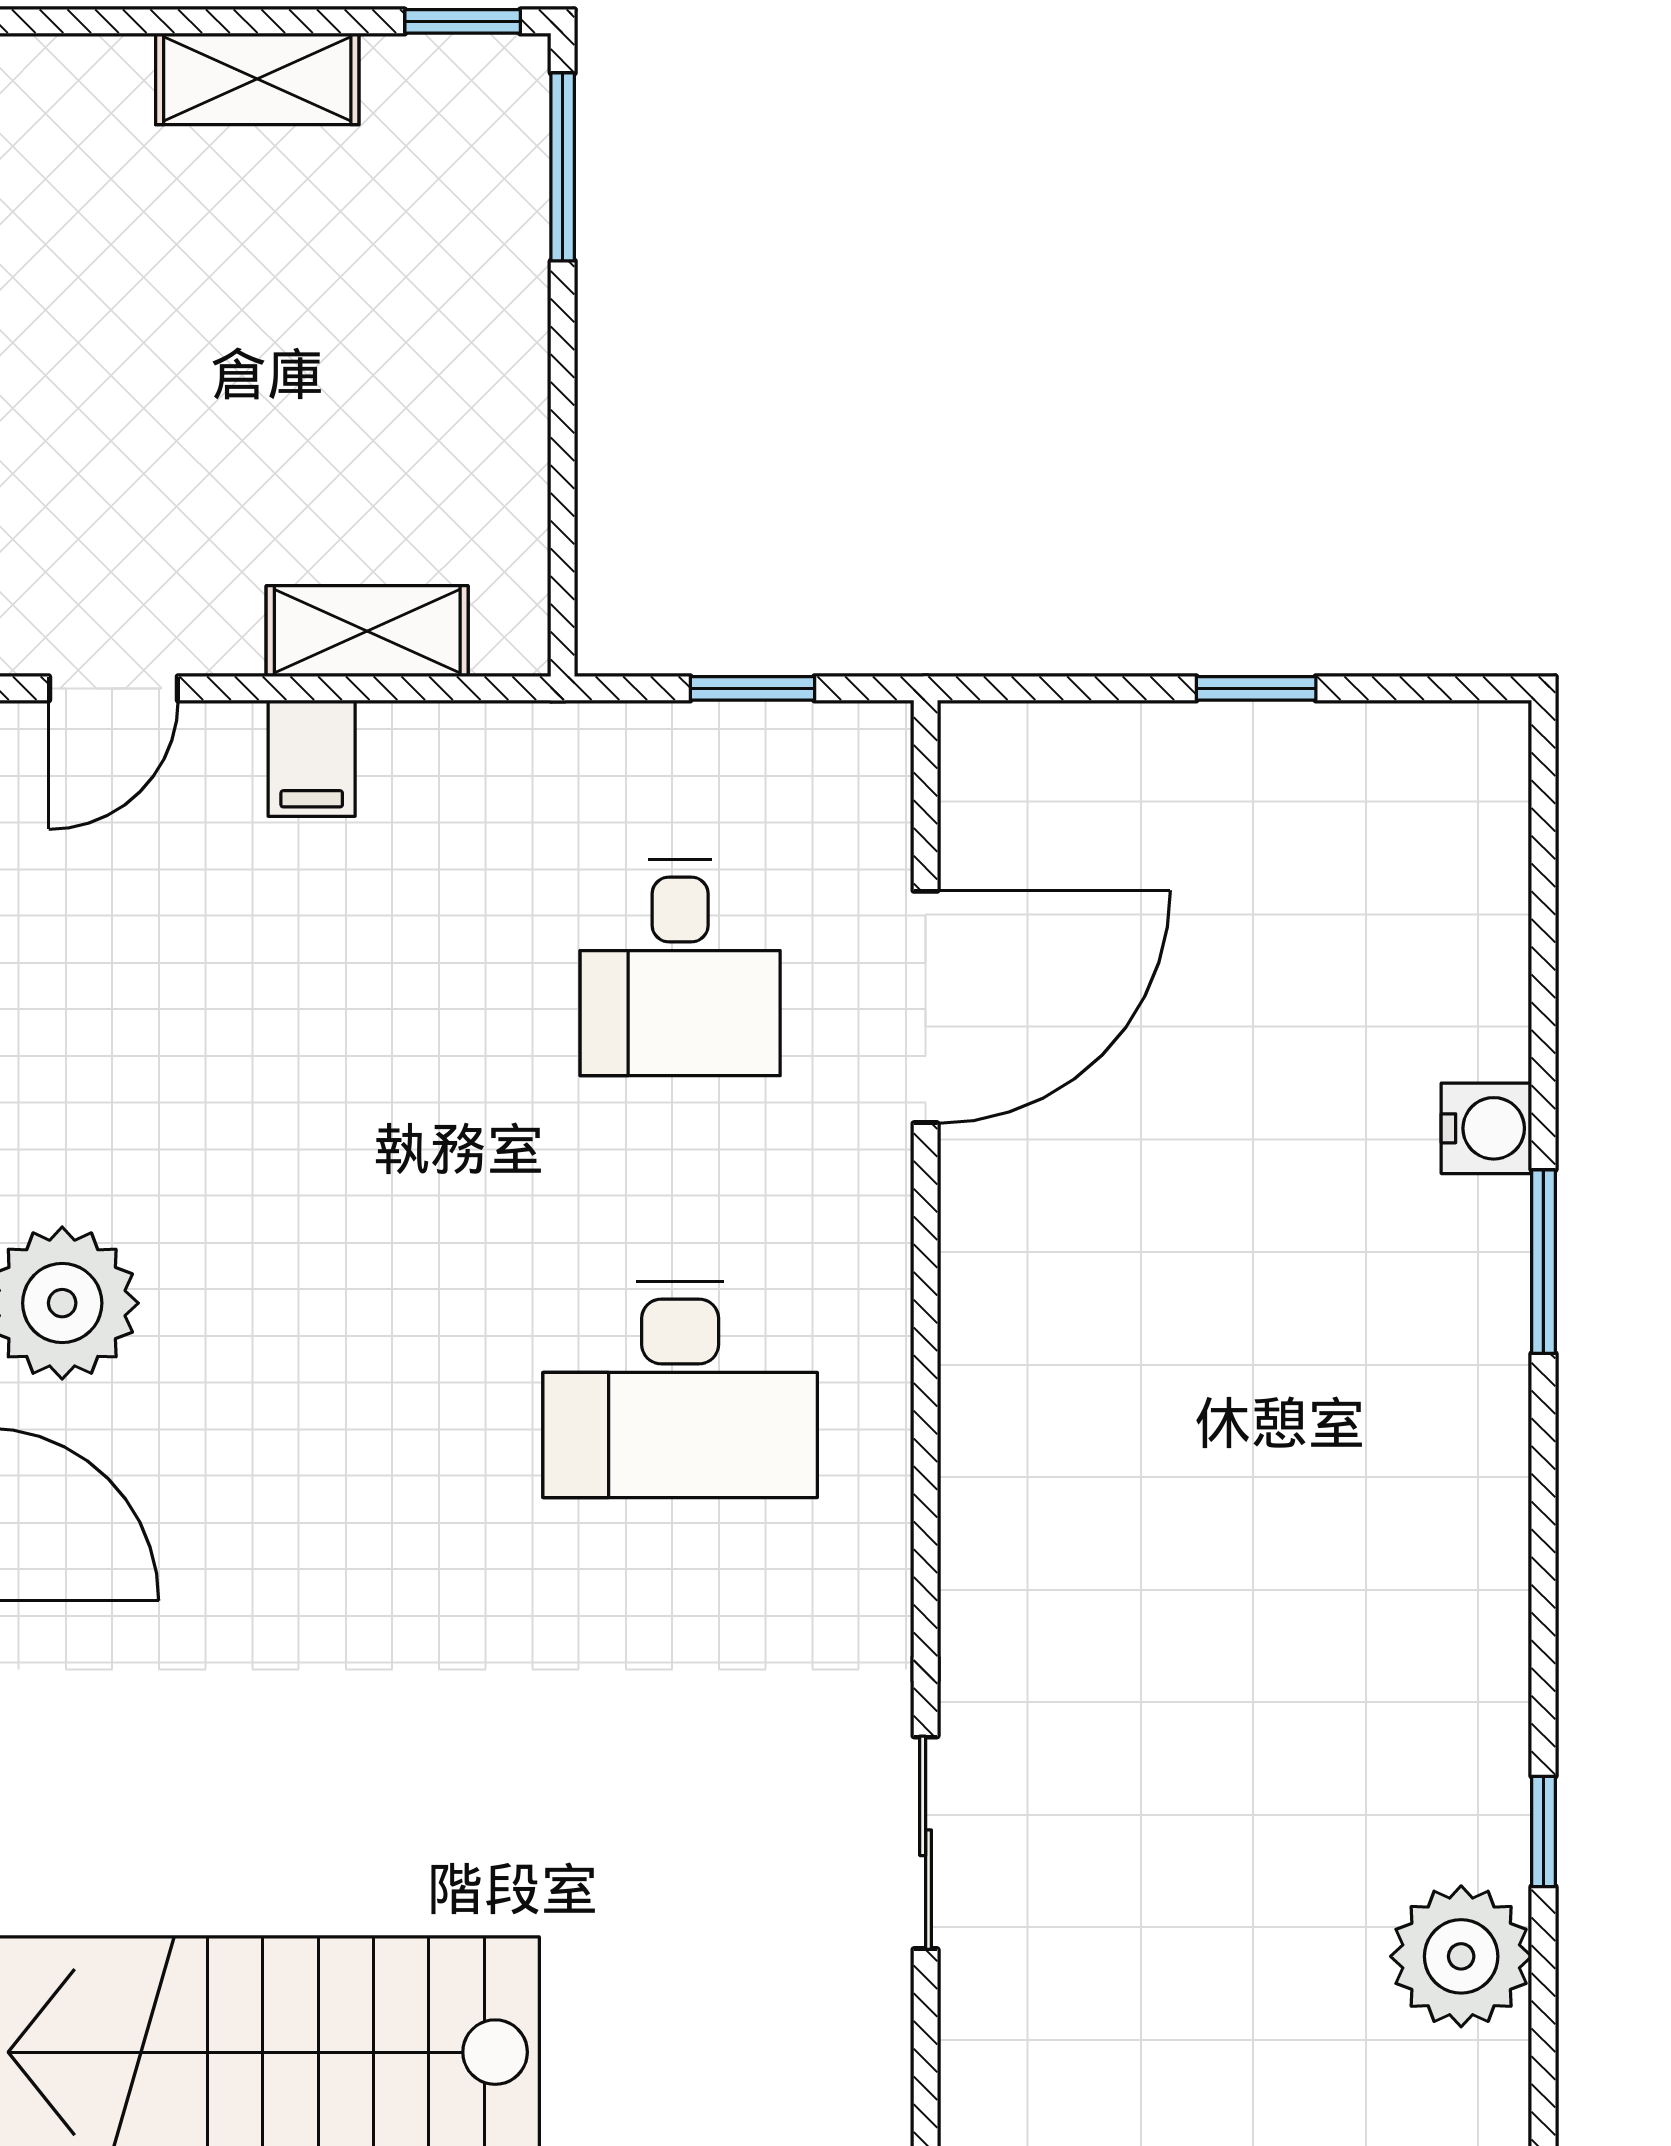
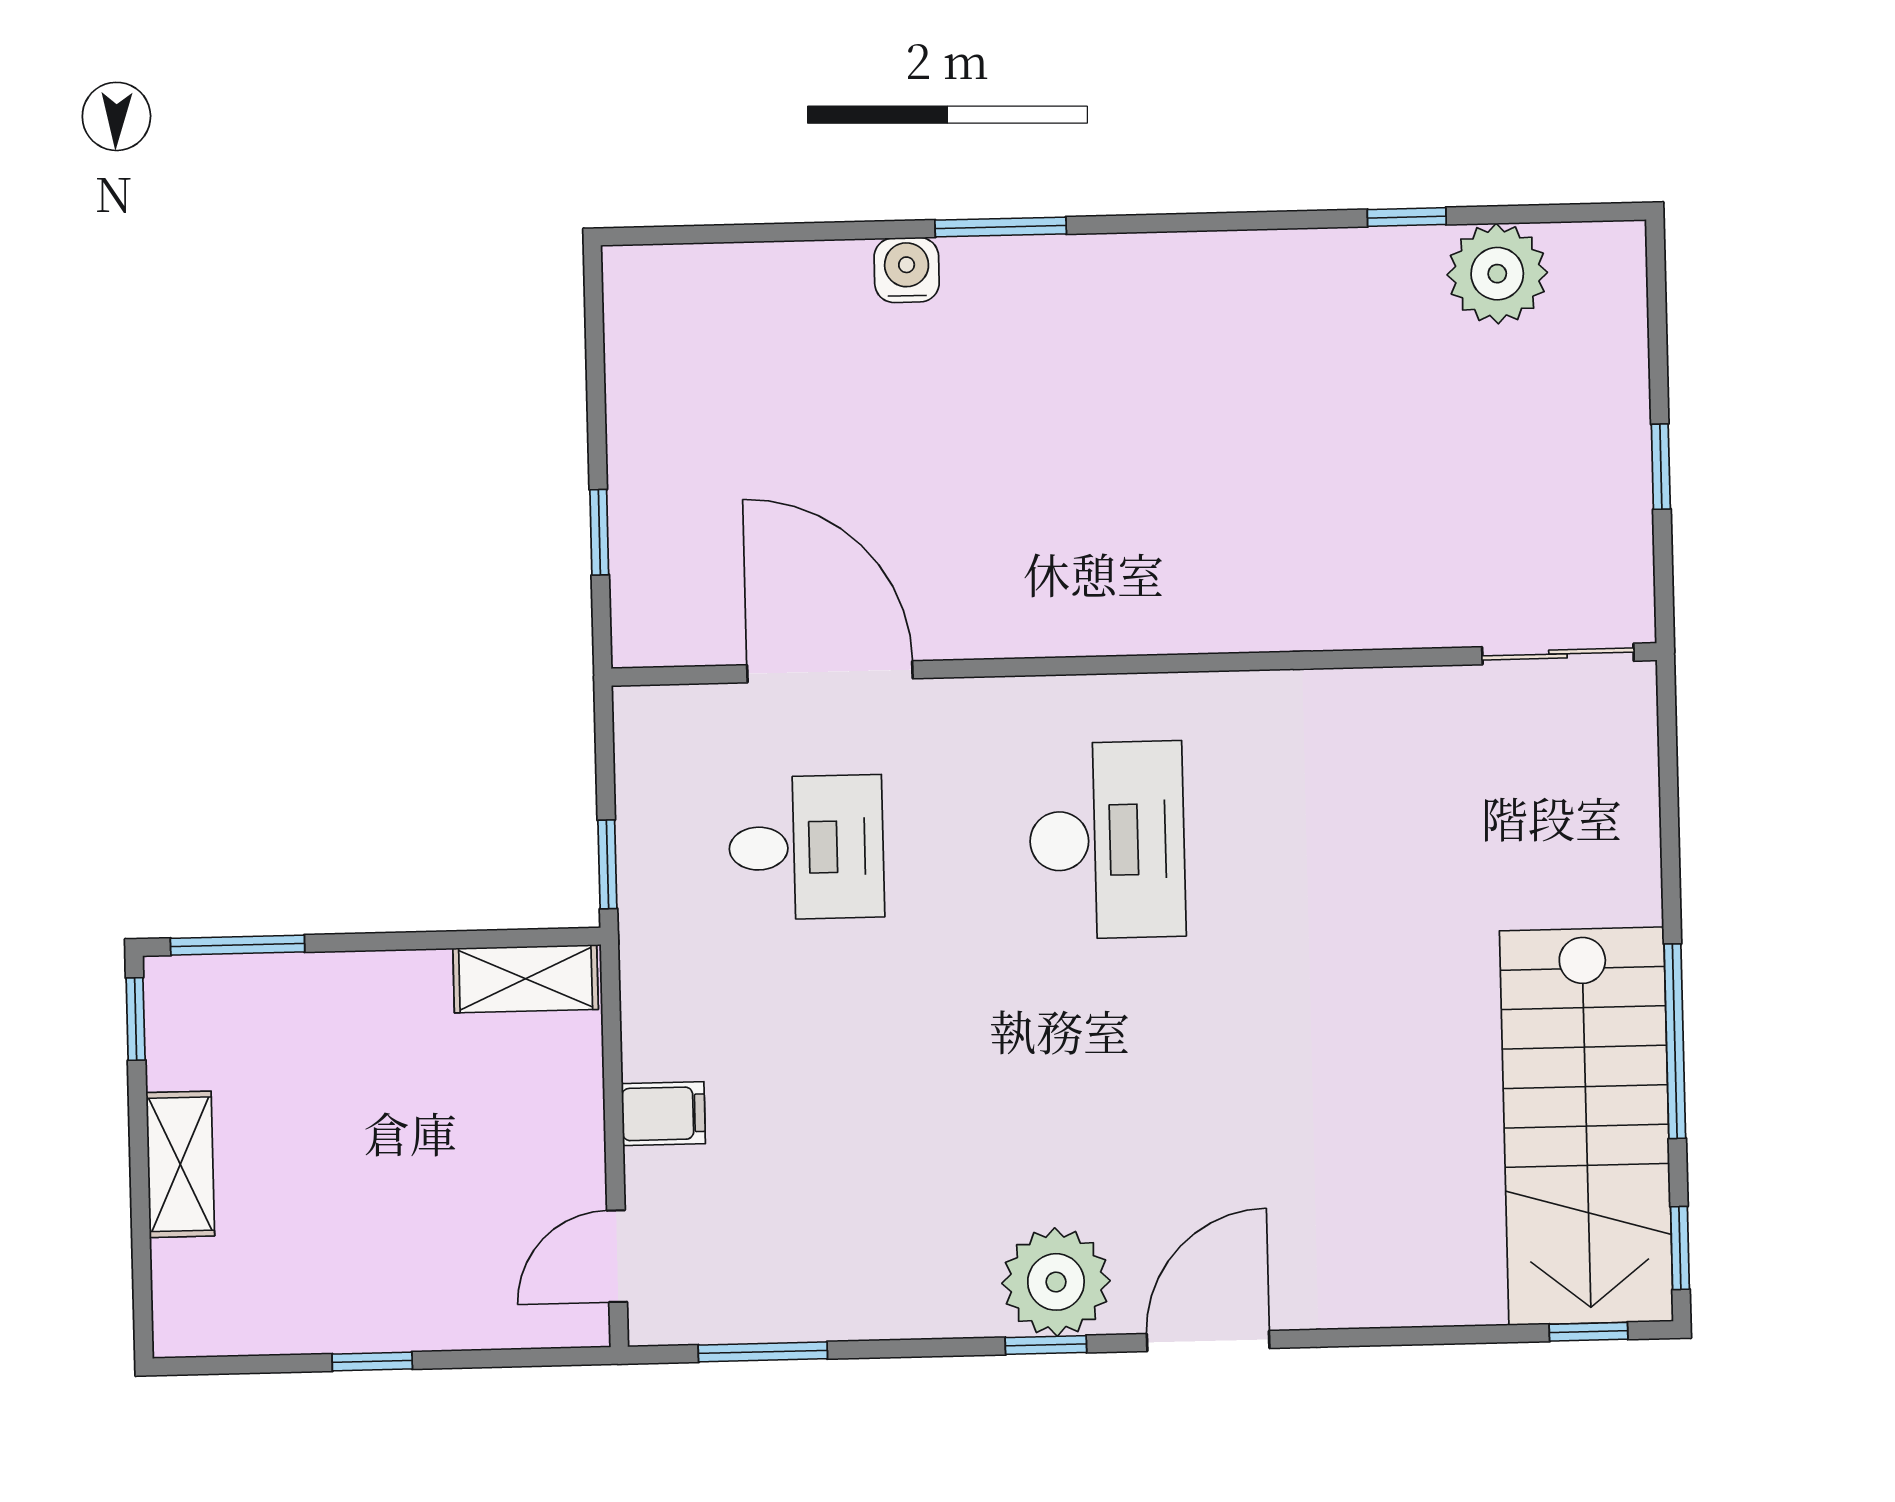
shelving: (367, 631) -> (526, 979), moved, turned 90
door: (113, 688) -> (617, 1256), swing flipped
window: (752, 688) -> (607, 864), moved
window: (1256, 688) -> (599, 532), moved
sliding door: (926, 1843) -> (1558, 654), moved

